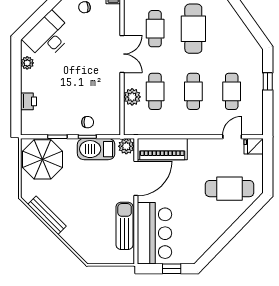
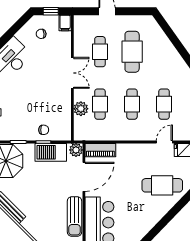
piano: (162, 149) -> (100, 150), width x0.73, depth x0.75
sun lounger: (125, 226) -> (75, 216), turned 180

